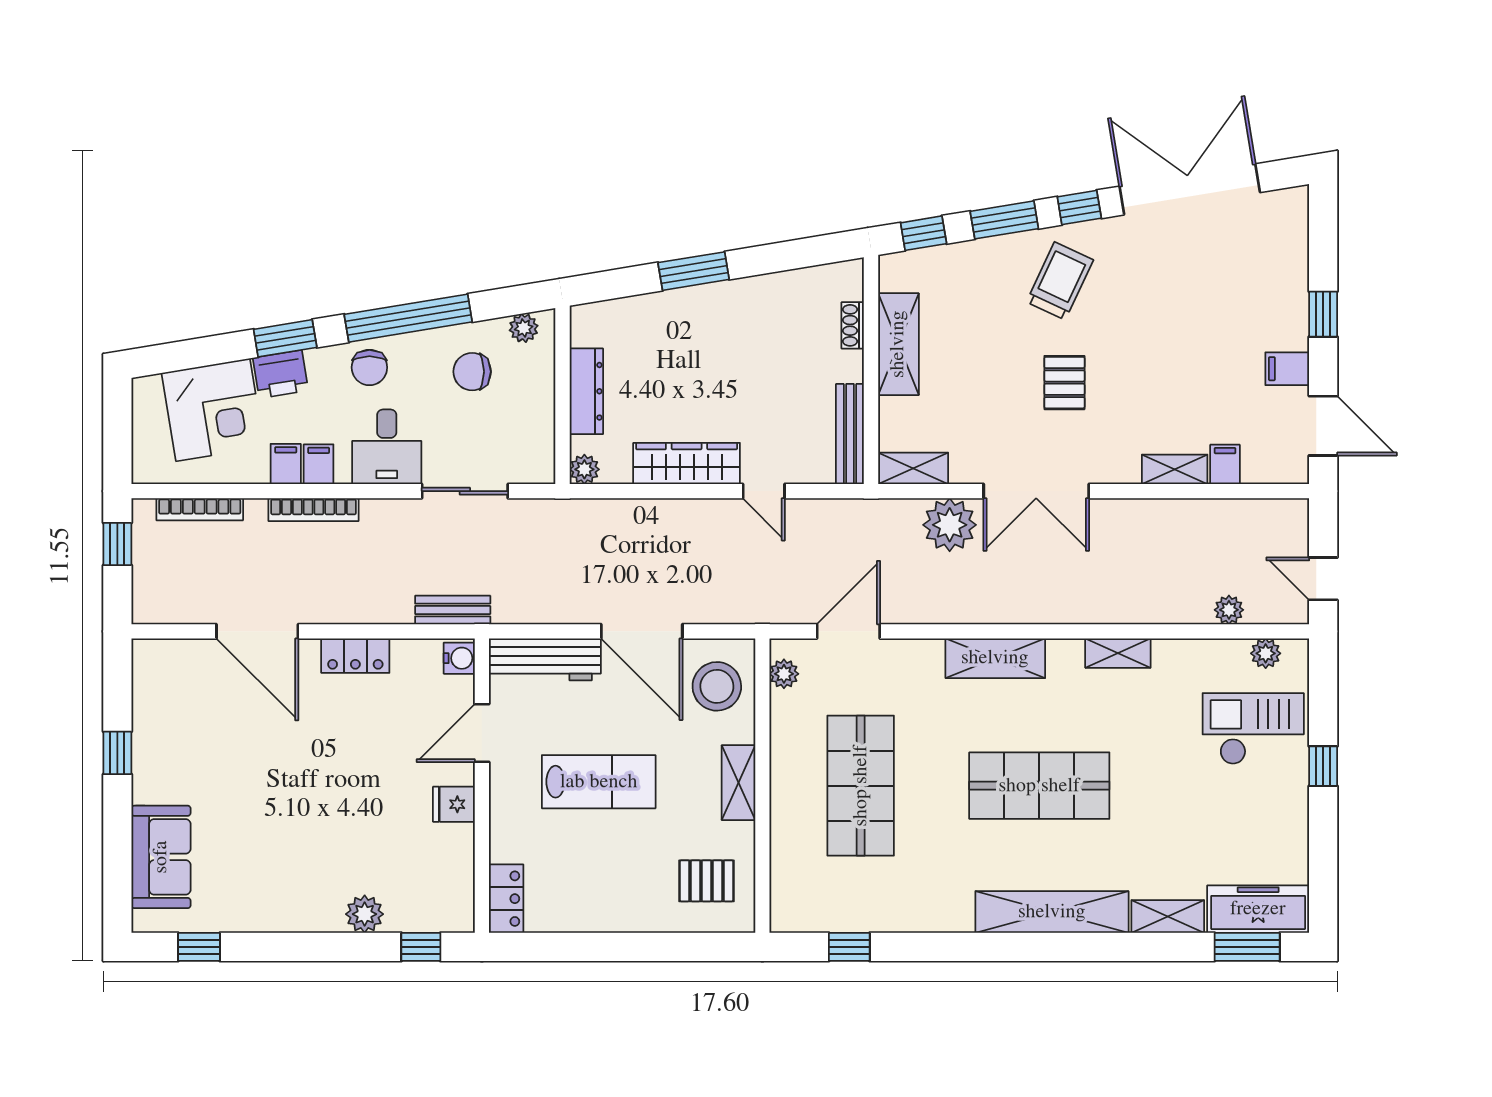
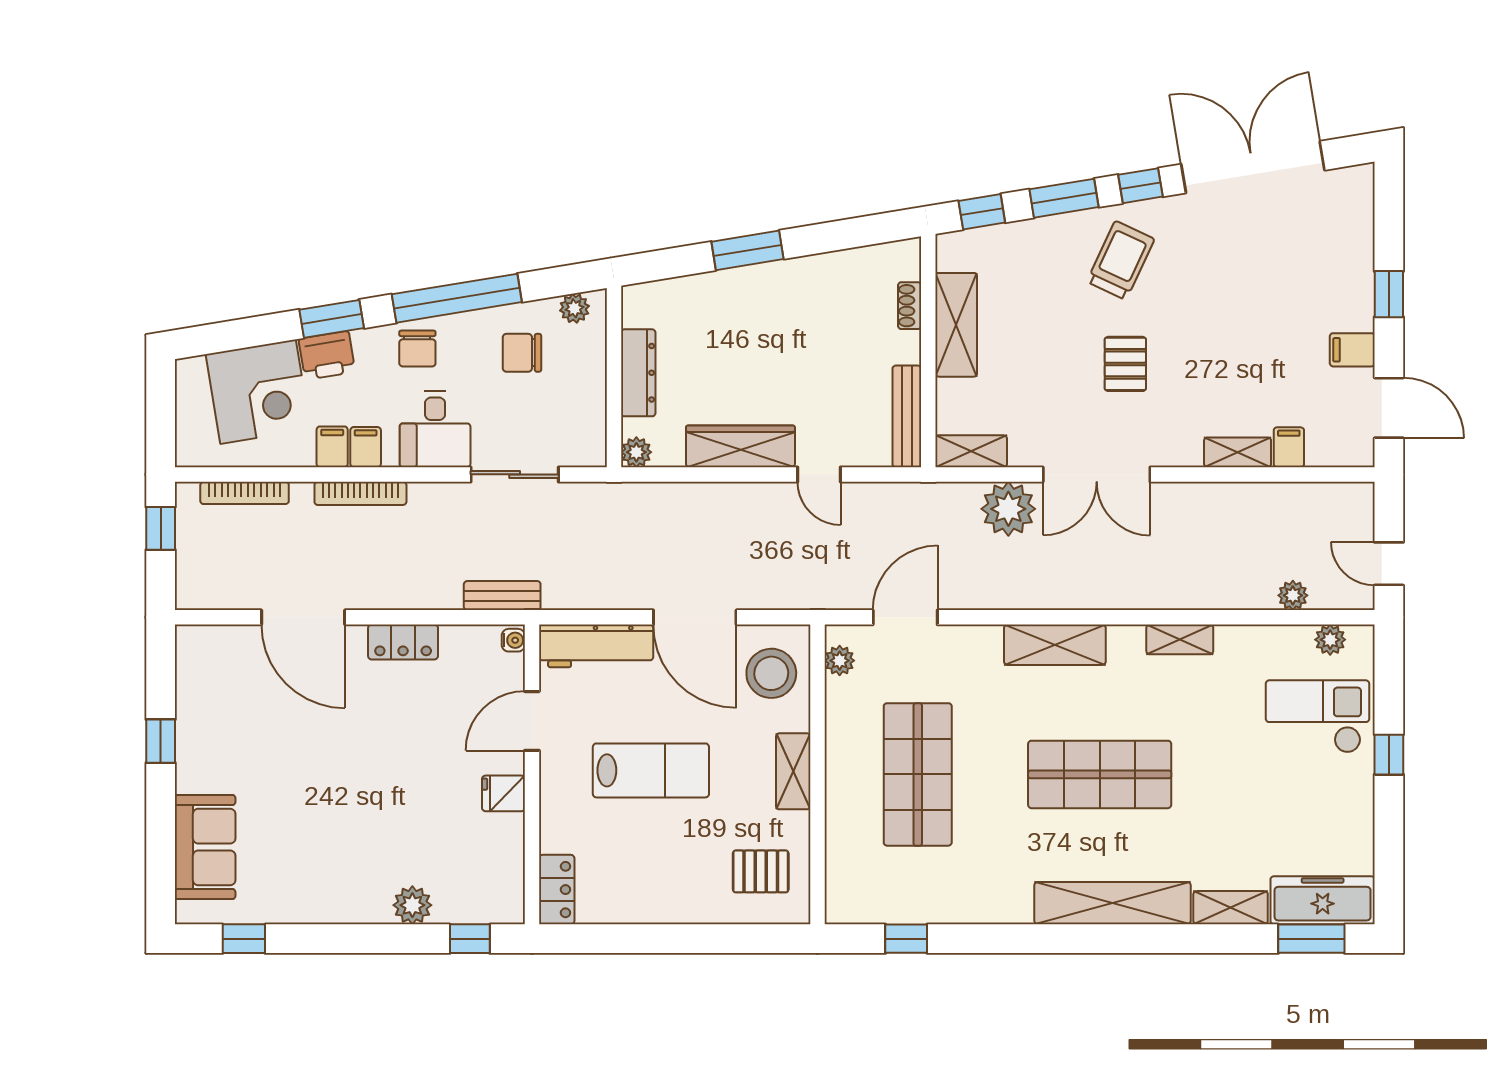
water cooler: (459, 658) -> (513, 640), width x0.72, depth x0.72

